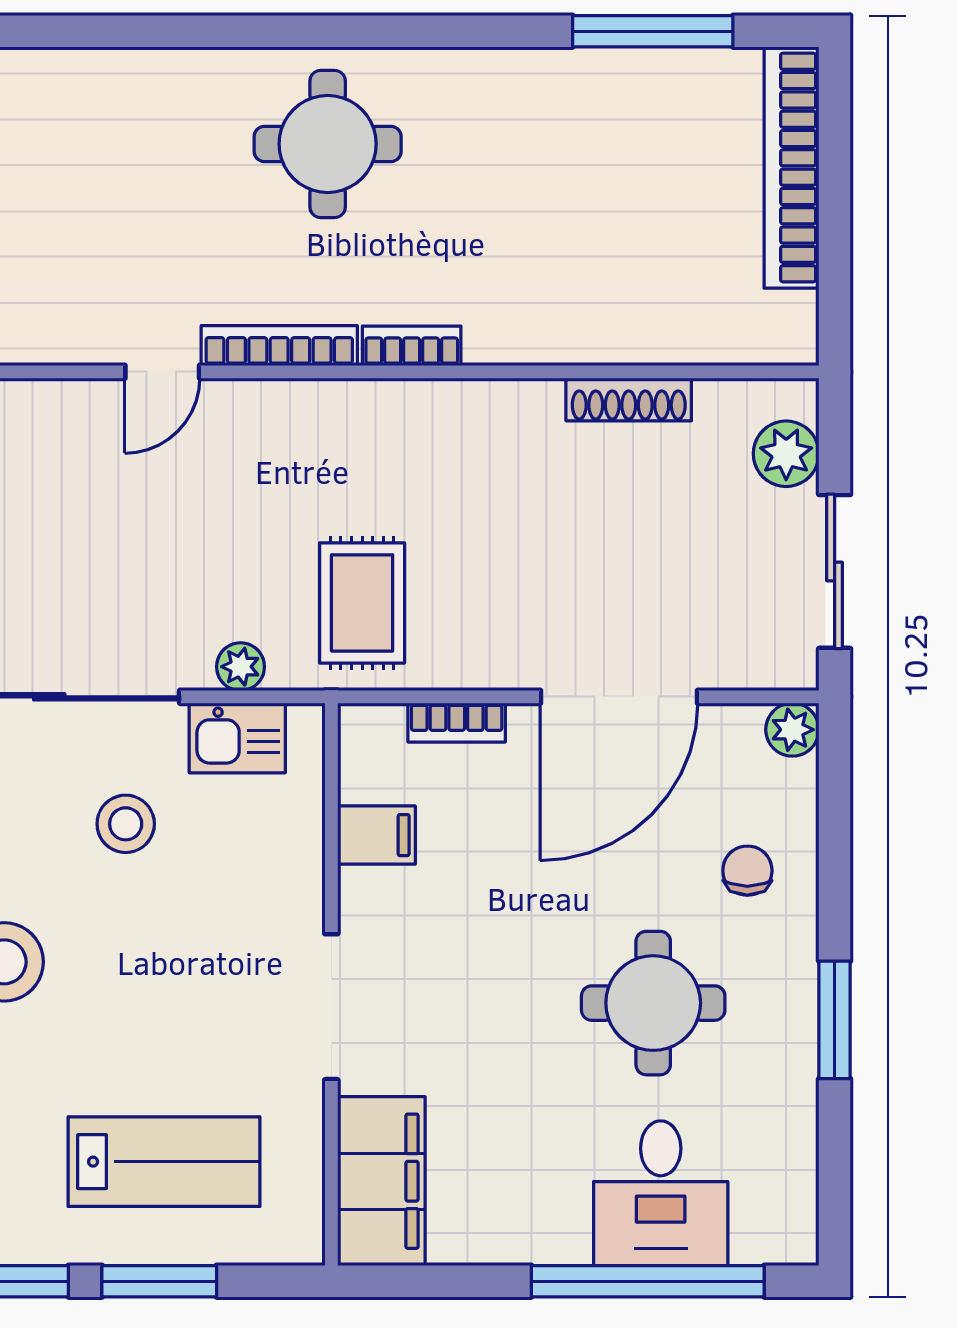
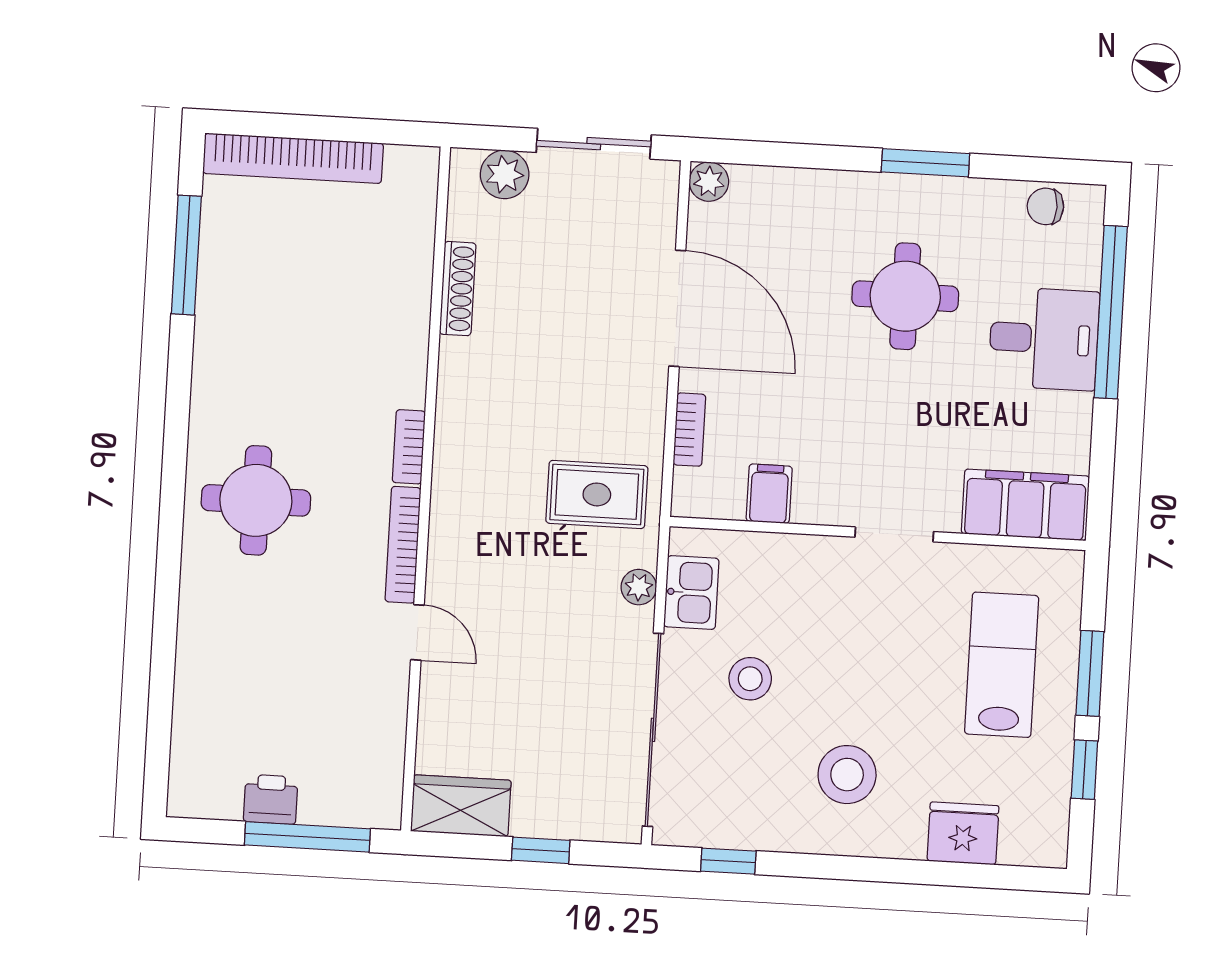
chair: (747, 871) -> (1045, 206), moved
doorway: (331, 1007) -> (894, 534), width x0.73
desk: (661, 1193) -> (1044, 339), moved

